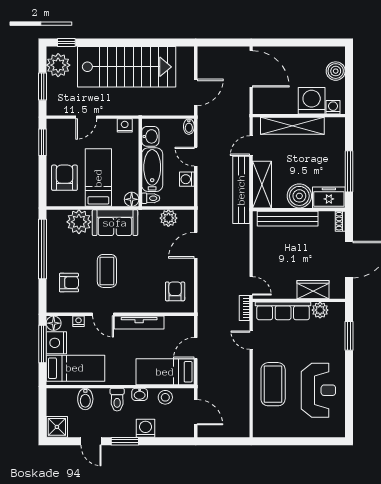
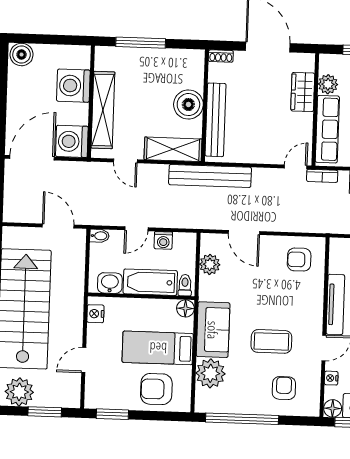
boiler: (336, 71) -> (22, 55), moved
washing machine: (333, 107) -> (72, 141), moved, width x1.89, depth x1.89
door: (86, 117) -> (84, 360), swing flipped
window: (349, 171) -> (141, 43), moved
bench: (241, 190) -> (210, 176), moved
freezer: (329, 197) -> (192, 69), removed

